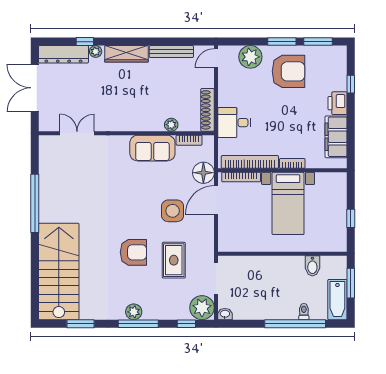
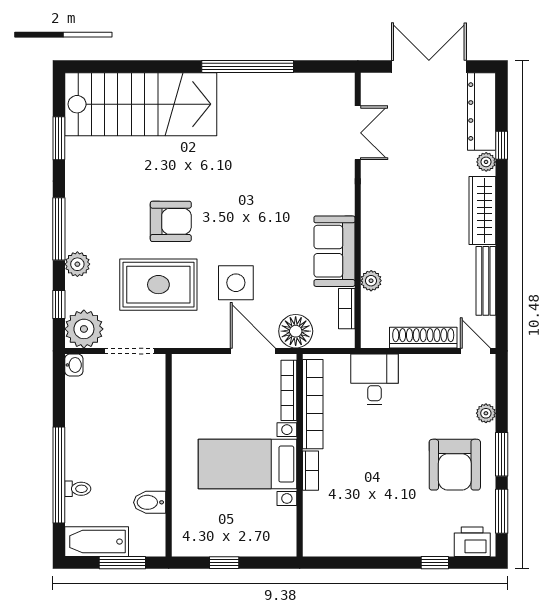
plant: (250, 57) -> (486, 413), width x0.53, depth x0.53
printer: (338, 103) -> (472, 542), moved
shoe rack: (208, 110) -> (423, 338), moved
filing cabinet: (336, 137) -> (352, 539), removed
armchair: (133, 252) -> (171, 221), turned -90
rug: (174, 260) -> (158, 285), width x1.36, depth x1.43
plant: (134, 312) -> (77, 264), moved

